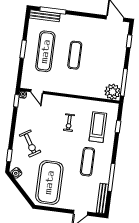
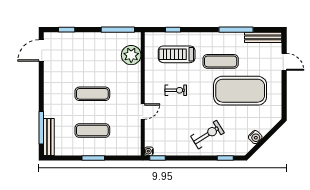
exercise mat: (45, 51) -> (92, 131), width x0.73, depth x0.69
door: (37, 91) -> (143, 111), moved
plant: (113, 92) -> (131, 55), moved
water cooler: (16, 173) -> (255, 137), moved
exercise mat: (49, 182) -> (240, 91), moved

